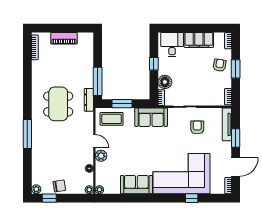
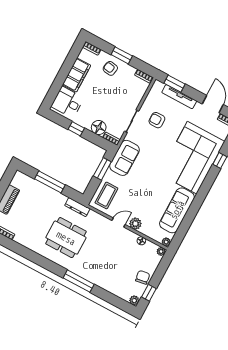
window: (98, 81) -> (50, 182), moved
window: (122, 104) -> (102, 169), moved
tv unit: (227, 124) -> (179, 97), moved
window: (236, 138) -> (174, 84), moved
sofa: (136, 185) -> (177, 210), width x1.36

